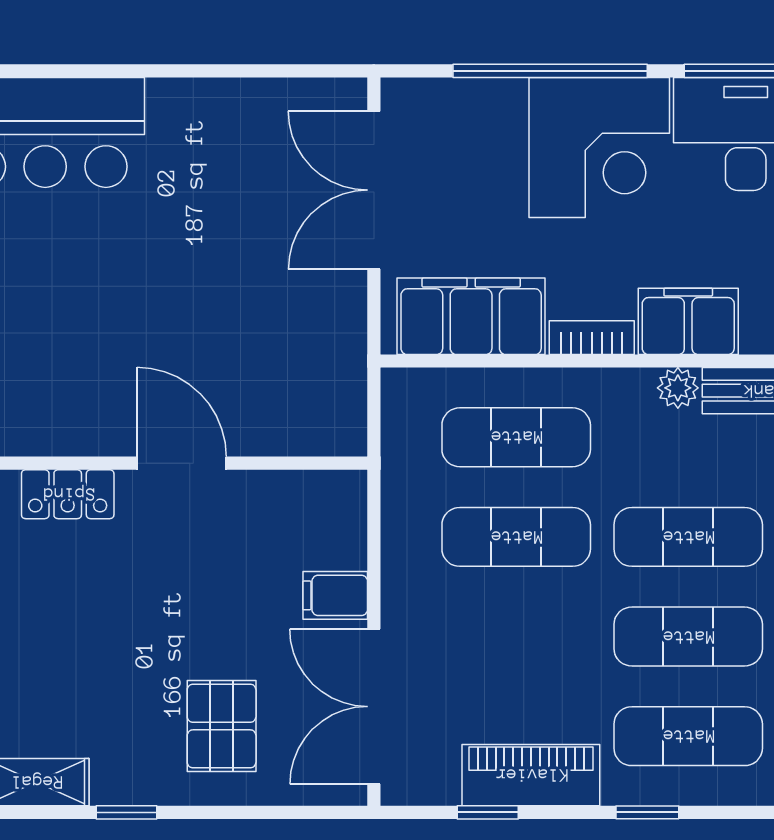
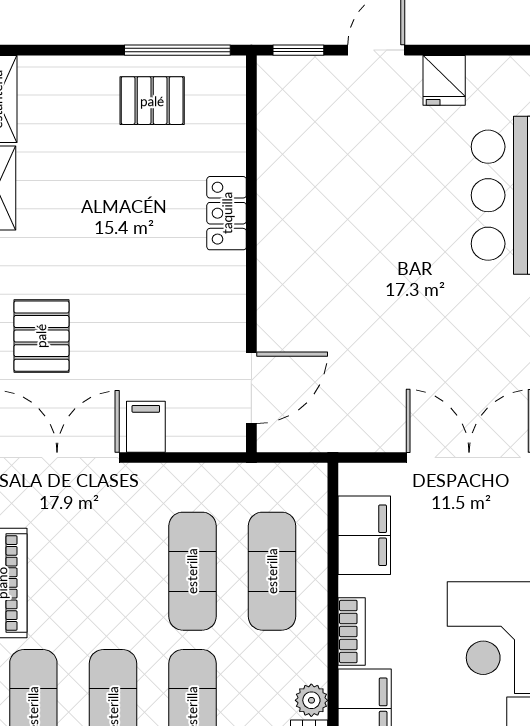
filing cabinet: (471, 316) -> (364, 535), width x0.67, depth x0.86
door: (182, 463) -> (251, 388), moved
pallet: (222, 726) -> (41, 336), turned 90

